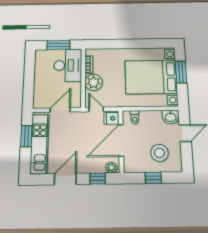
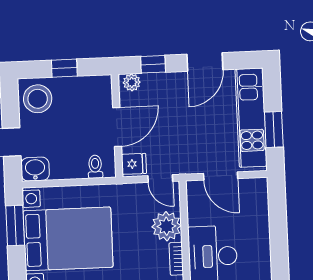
window: (181, 72) -> (15, 226), moved
door: (60, 110) -> (221, 176), hinge flipped
door: (121, 140) -> (117, 127), width x0.73
stool: (159, 153) -> (38, 99), moved

